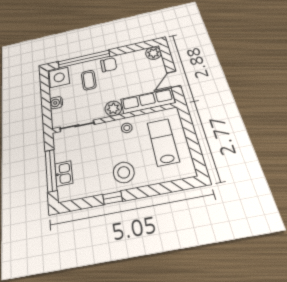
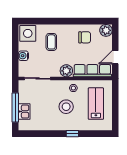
window: (84, 59) -> (50, 21), removed
chair: (109, 65) -> (85, 37), moved
stool: (124, 172) -> (66, 107), moved
window: (113, 198) -> (72, 134), moved

